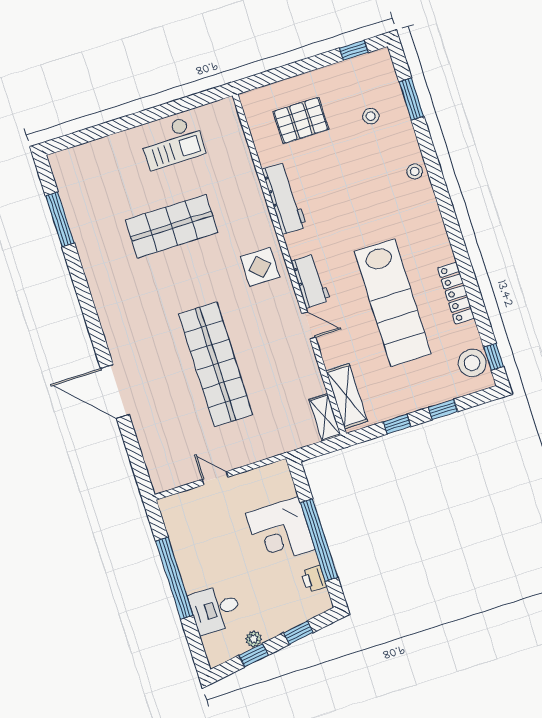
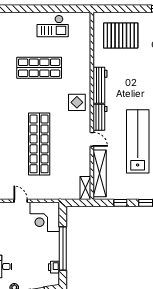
pallet: (301, 120) -> (121, 35), width x1.37, depth x1.41
workbench: (284, 198) -> (100, 85), moved
lab bench: (393, 303) -> (138, 141), turned 180
shelving: (347, 396) -> (100, 173), width x1.47
corner desk: (280, 531) -> (45, 217), moved

